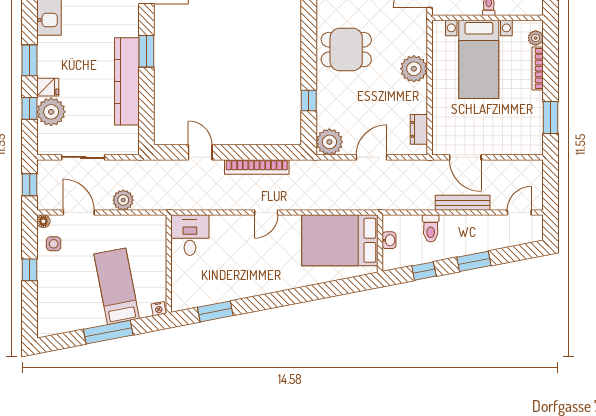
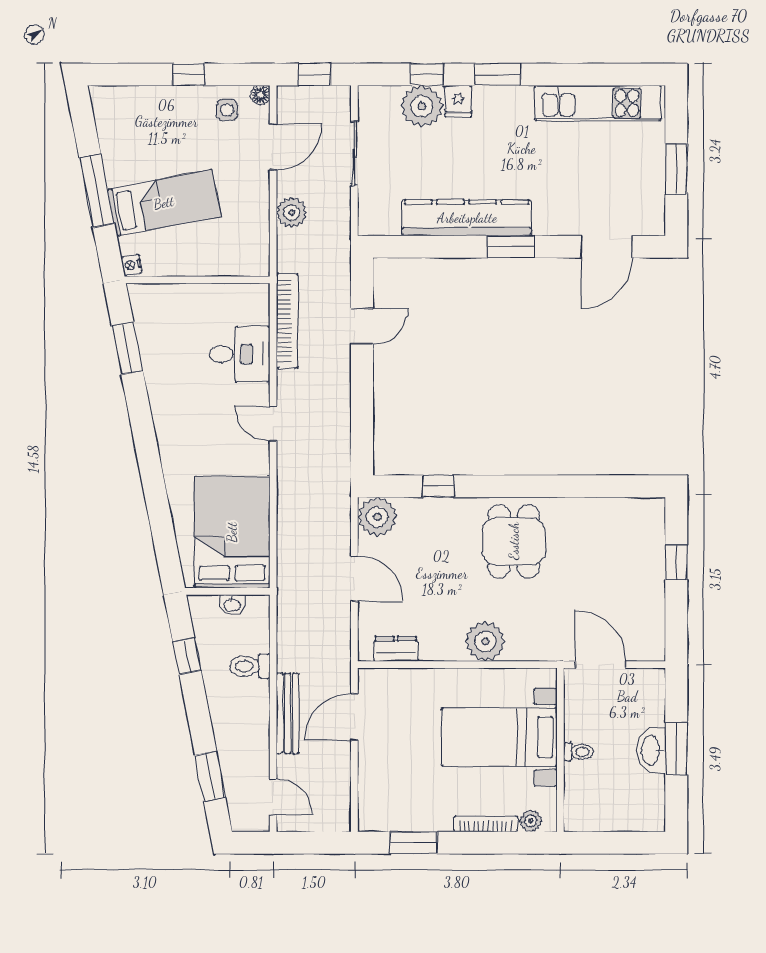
bookcase: (257, 167) -> (287, 321), moved, turned 180
desk: (190, 235) -> (240, 354), moved
window: (474, 261) -> (210, 776), moved

